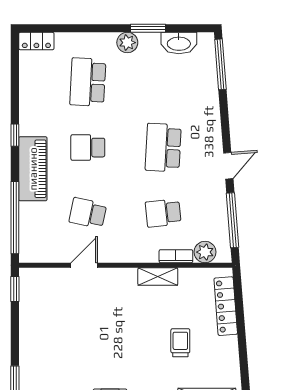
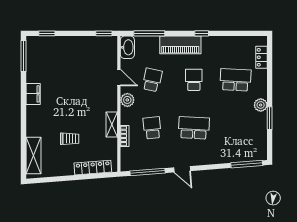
locker: (36, 41) -> (262, 57), moved
washbasin: (179, 43) -> (127, 47), moved, turned 180
window: (15, 218) -> (149, 33), width x0.68
plant: (205, 252) -> (127, 100), moved

